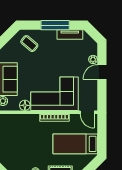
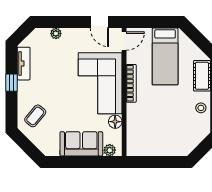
window: (55, 25) -> (11, 83), width x0.46
door: (102, 72) -> (99, 22), moved

